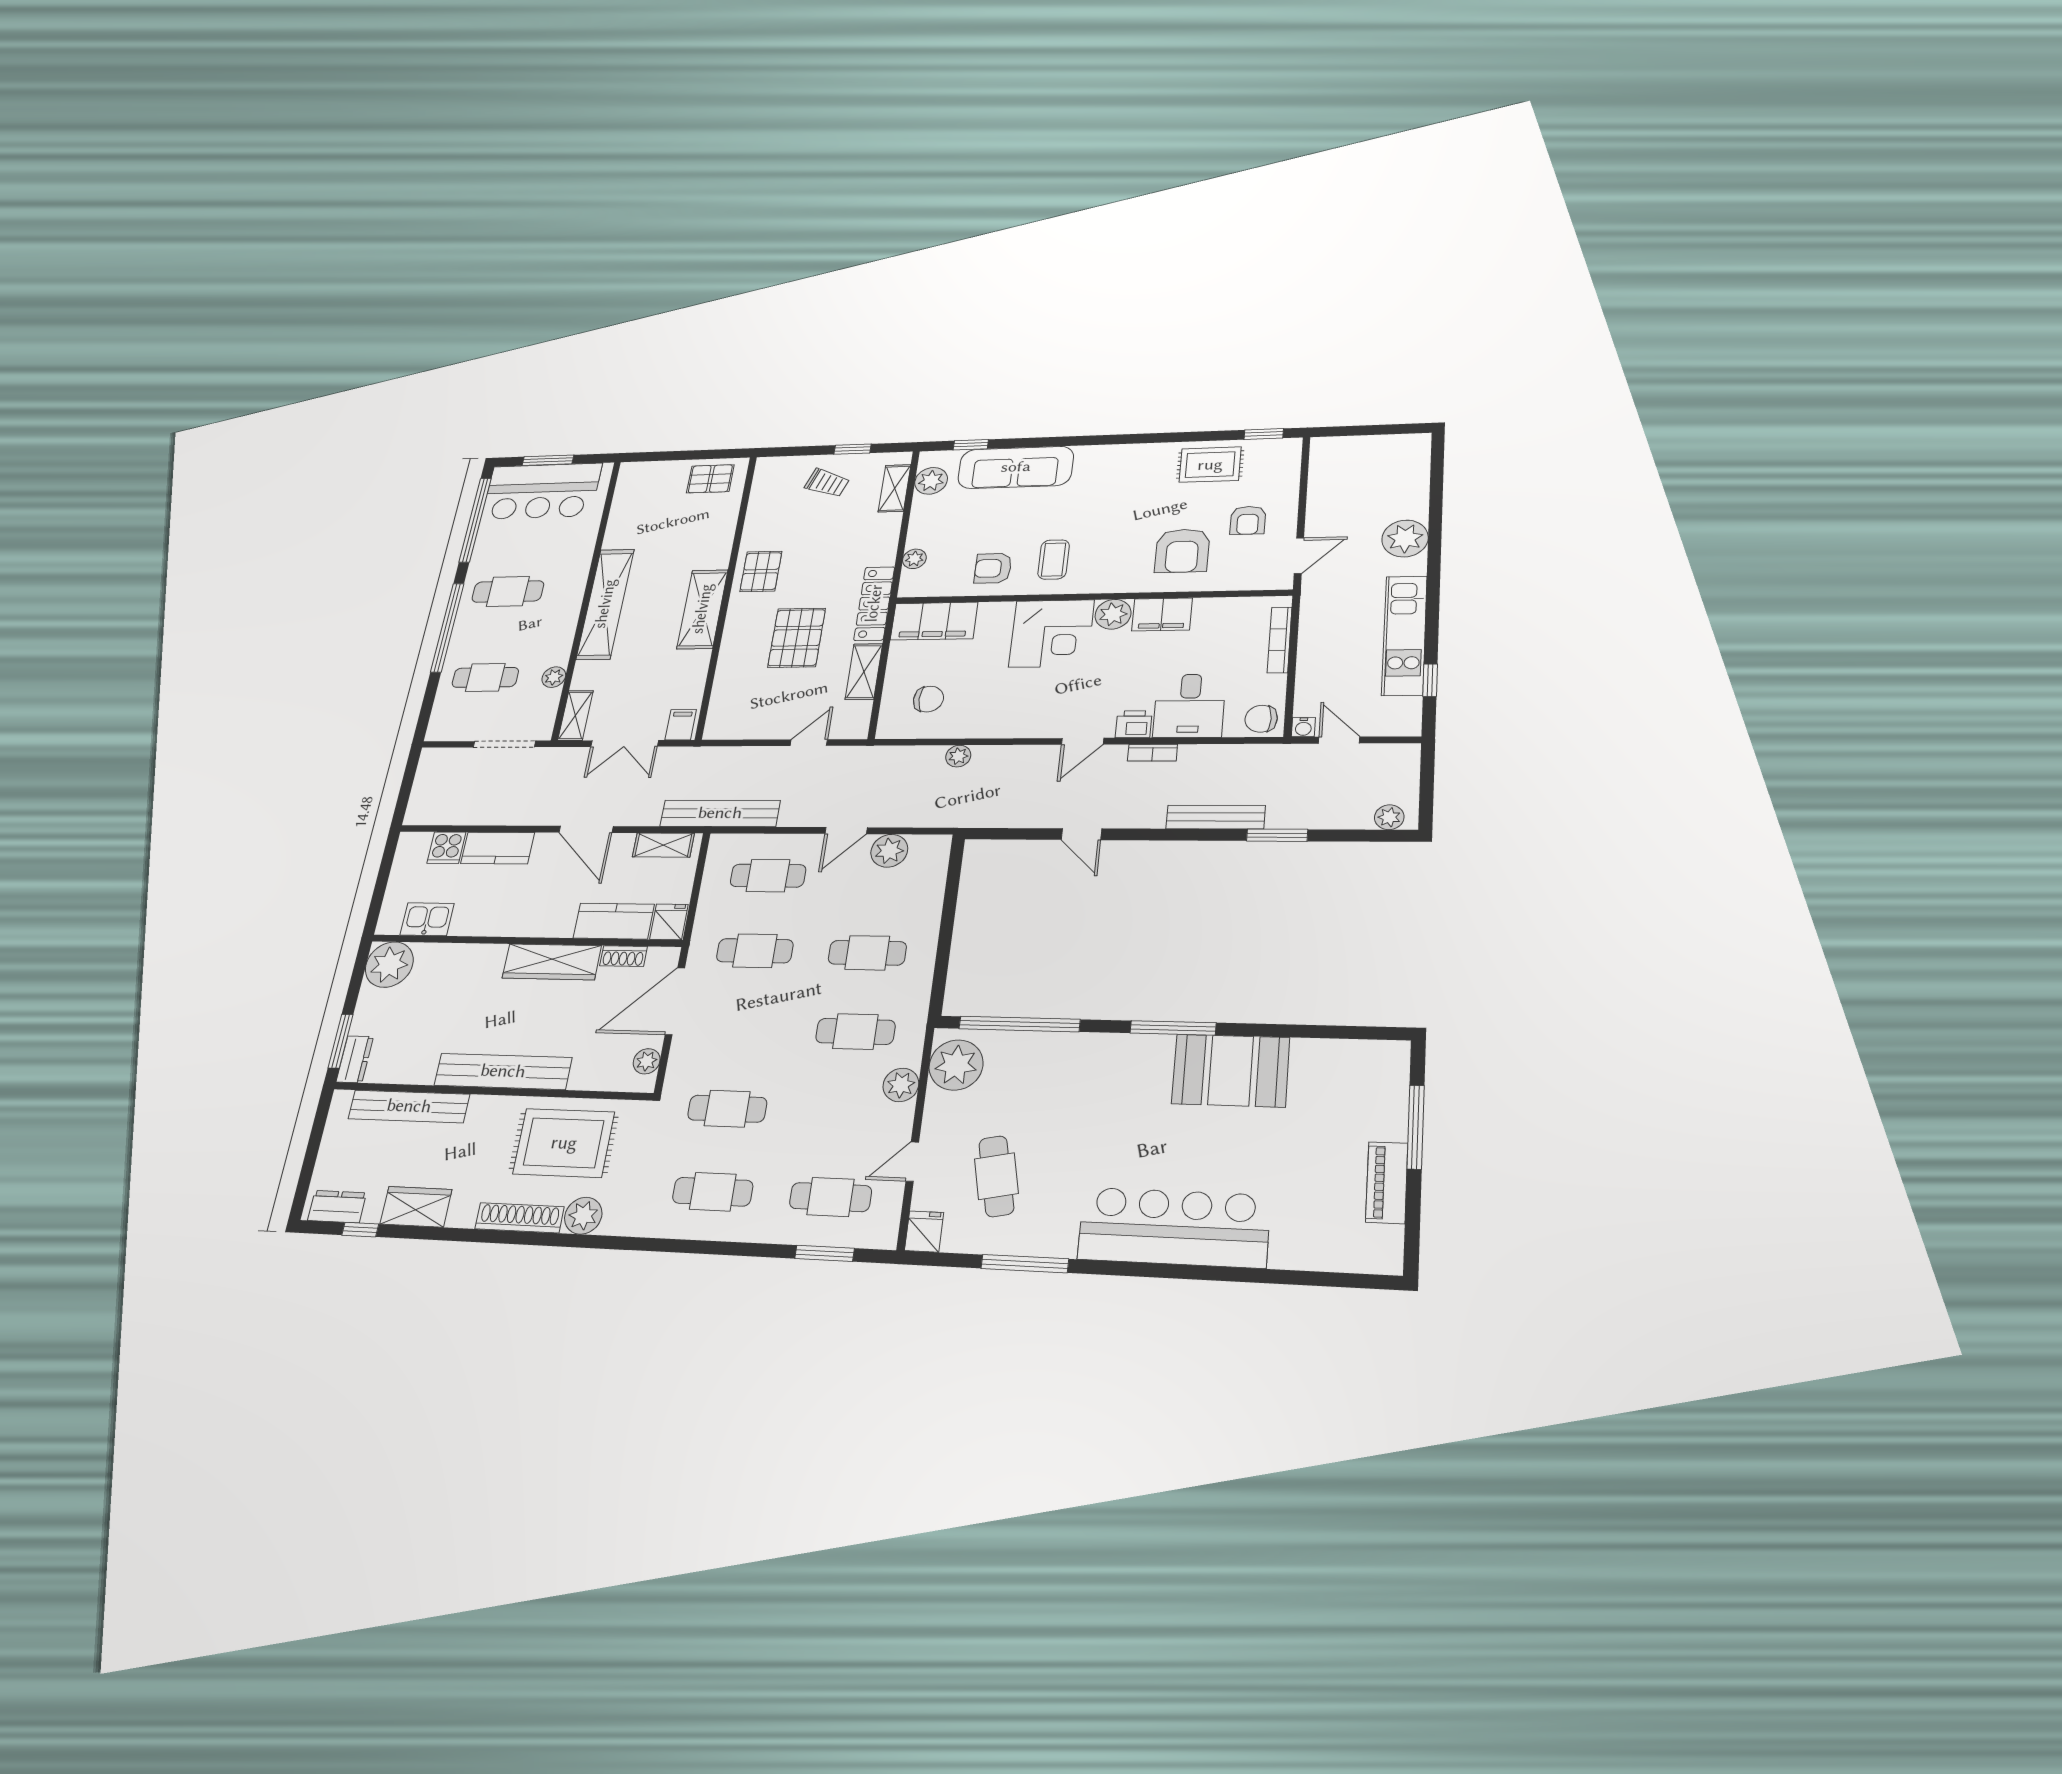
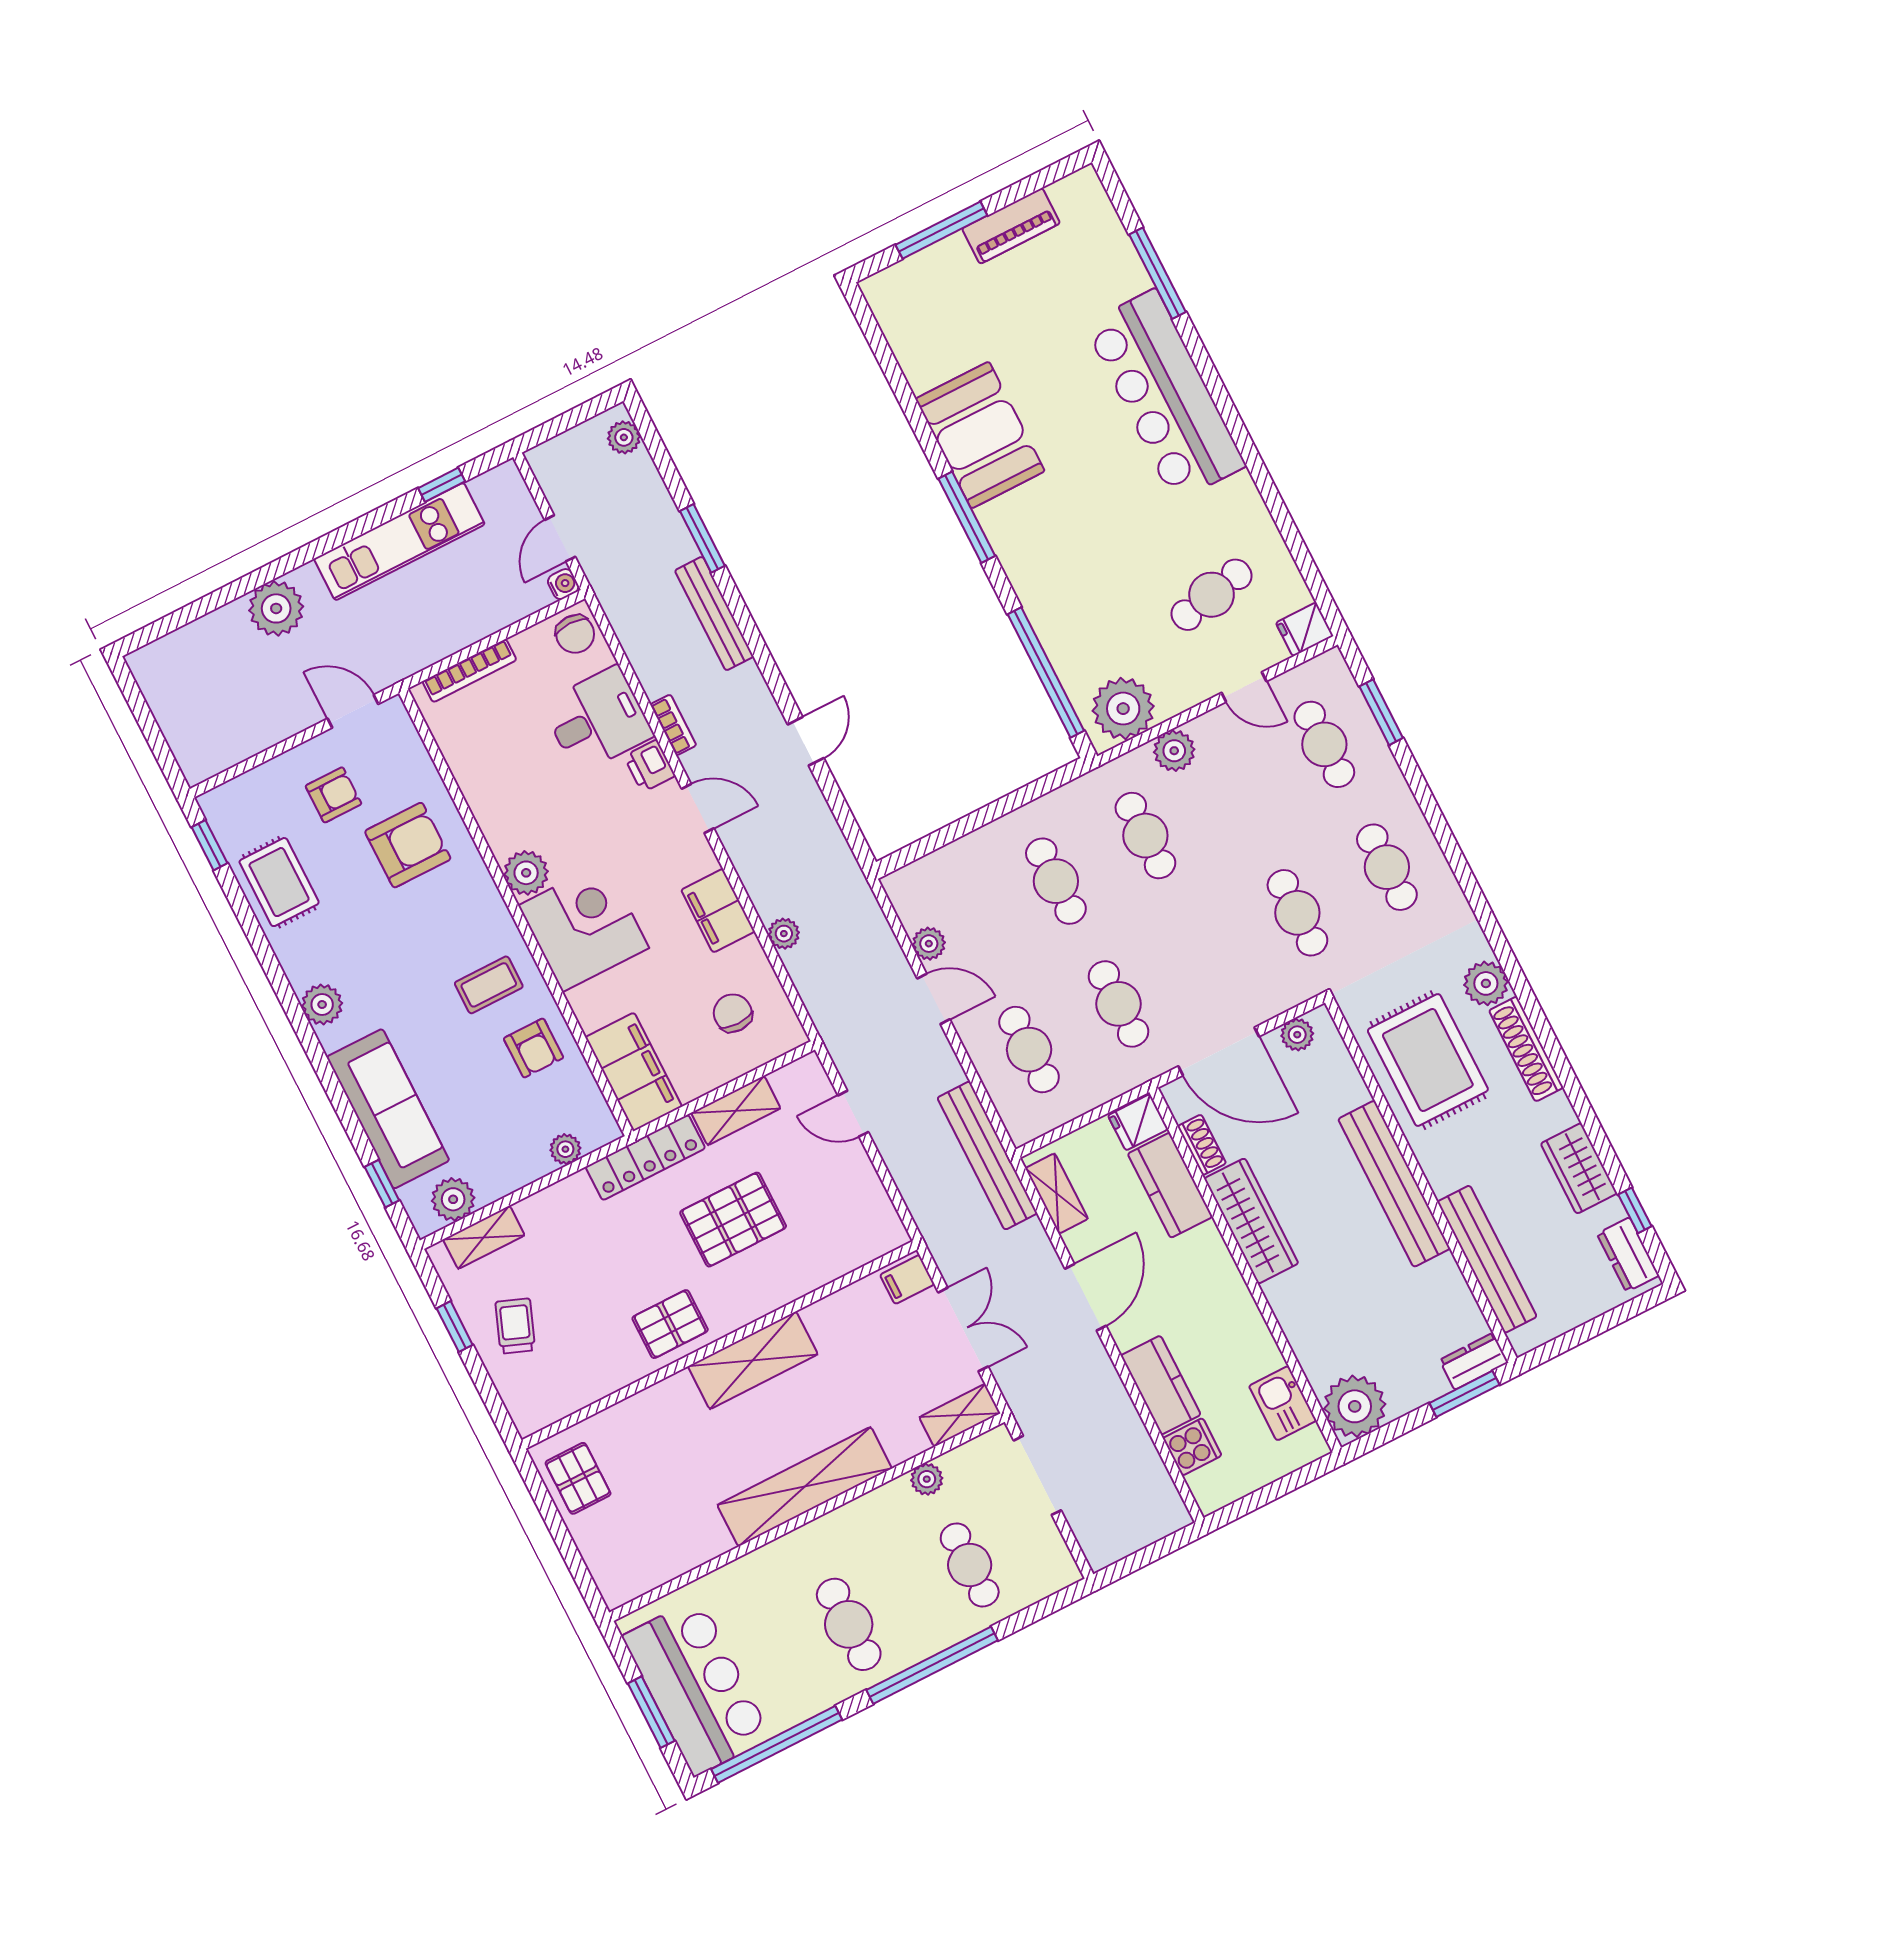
plant: (1111, 457) -> (322, 1005), added
filing cabinet: (1162, 614) -> (718, 911), moved, turned 180
plant: (889, 851) -> (929, 944), width x0.73, depth x0.73
window: (1025, 1264) -> (1157, 273), moved

